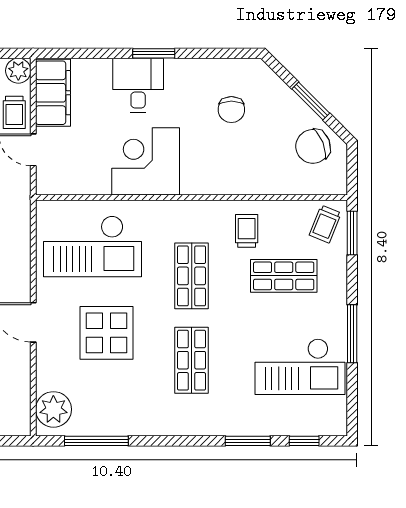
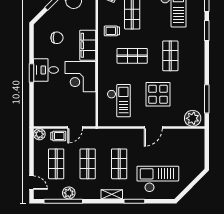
desk: (138, 85) -> (46, 70), moved
filing cabinet: (53, 93) -> (88, 45), moved, turned -90
checkout: (92, 246) -> (119, 101), width x0.73, depth x0.83
shop shelf: (192, 360) -> (170, 56), turned 90

